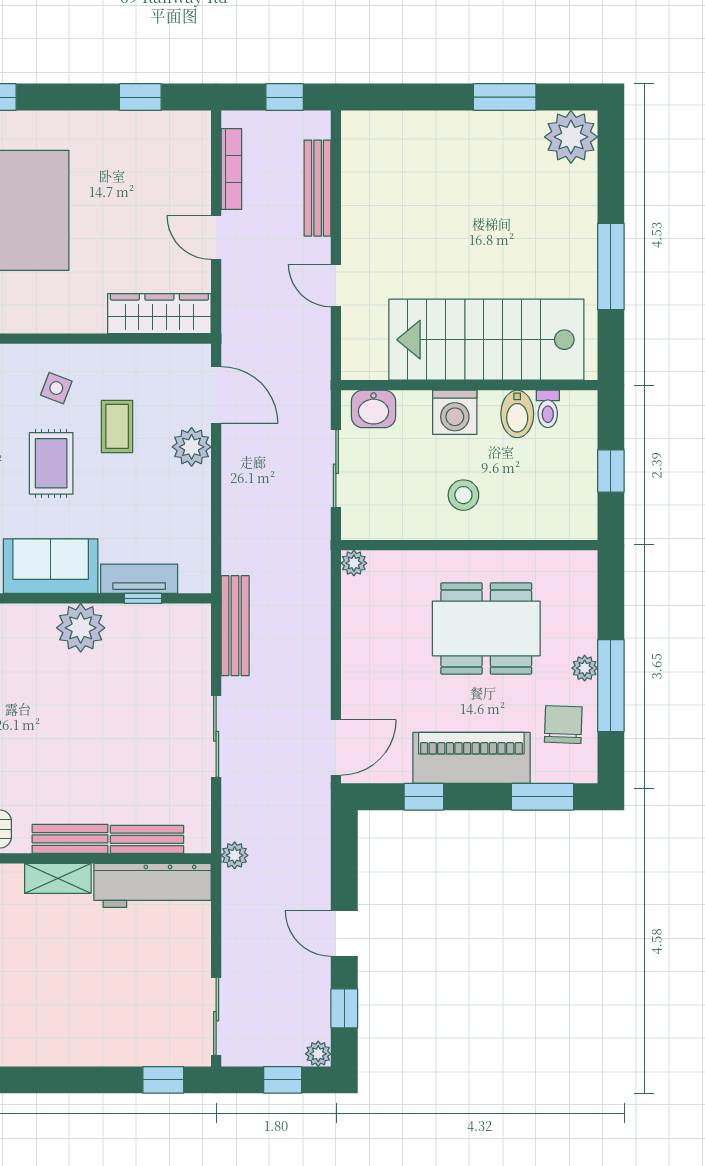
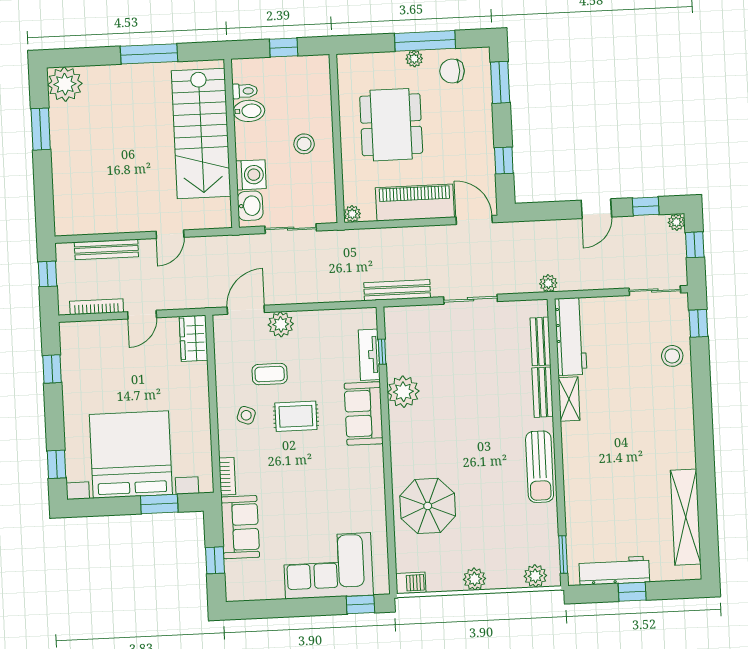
wardrobe: (159, 314) -> (193, 338), width x0.67
washing machine: (455, 412) -> (251, 175), moved
piano: (471, 758) -> (415, 203), moved, turned 90
stool: (116, 1038) -> (672, 356), added

